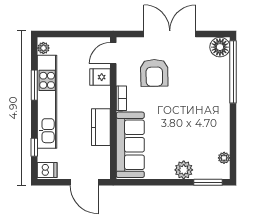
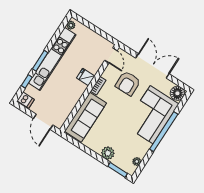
door: (113, 53) -> (111, 55), swing flipped
window: (233, 72) -> (164, 132), moved
fridge: (100, 77) -> (86, 77), moved
window: (34, 85) -> (40, 61), moved
corner sofa: (206, 92) -> (152, 115), added
kitchen counter: (101, 127) -> (75, 95), removed

